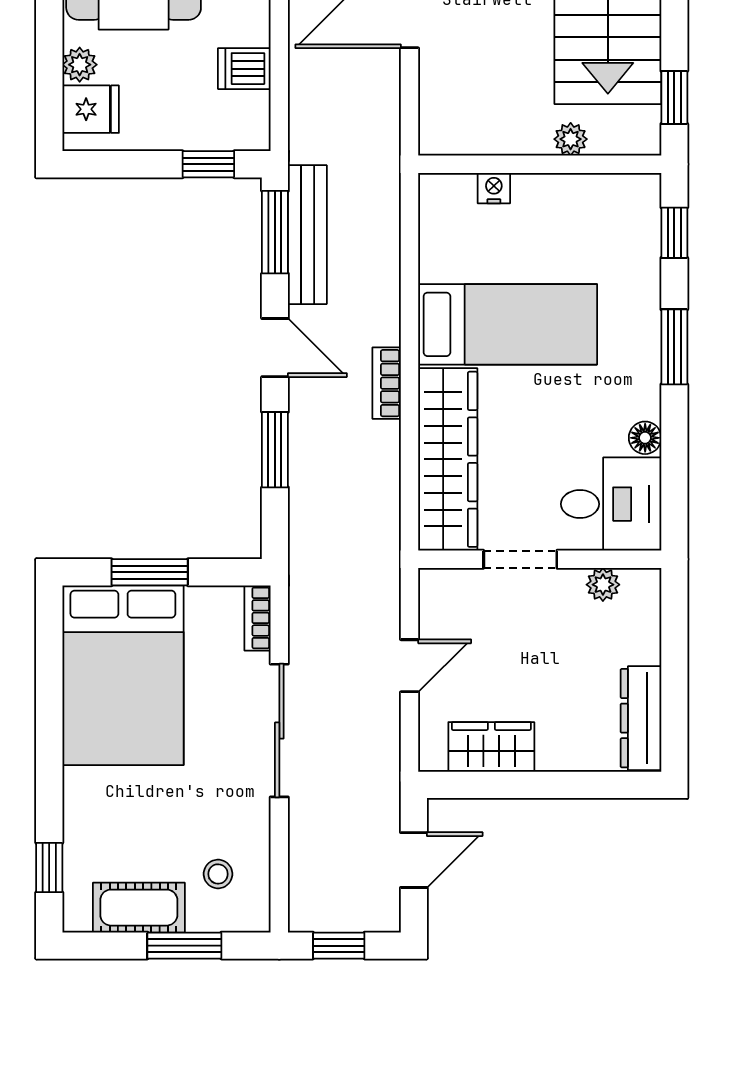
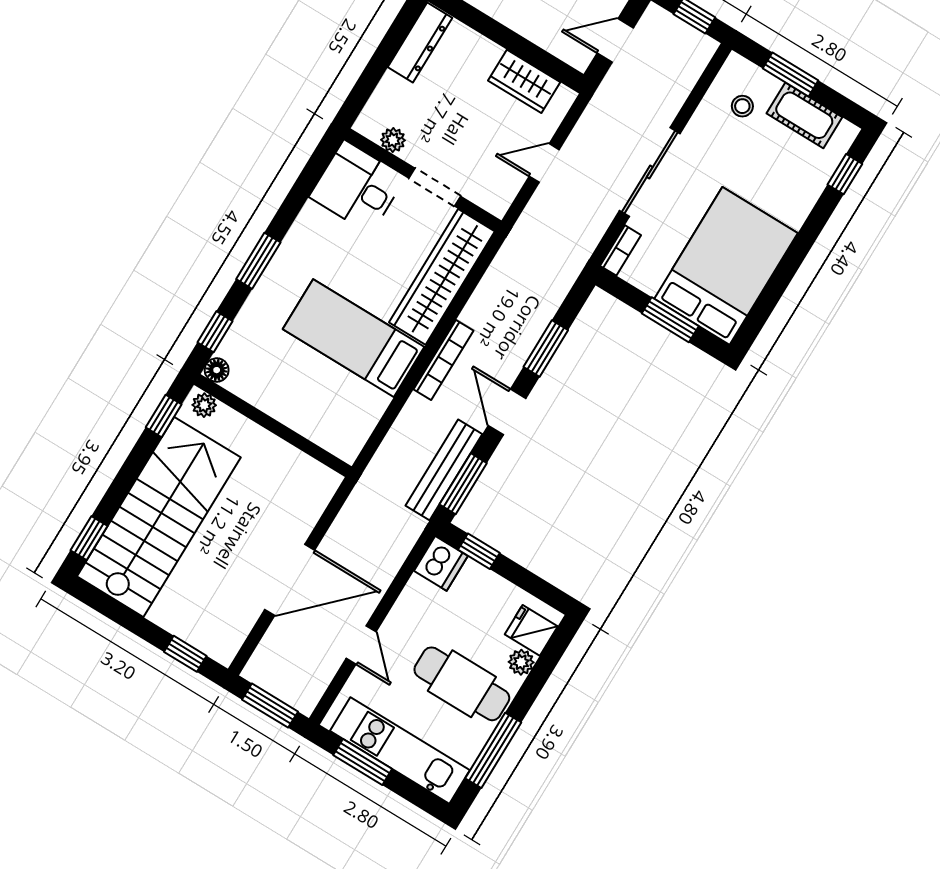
dishwasher: (244, 69) -> (441, 563), moved, width x1.38
plant: (571, 139) -> (204, 405), moved
nightstand: (494, 188) -> (310, 428), removed
bookcase: (387, 383) -> (443, 360), width x1.56
floor lamp: (645, 438) -> (217, 370), moved

